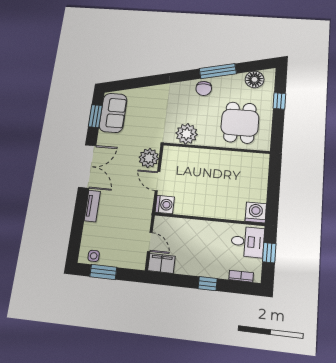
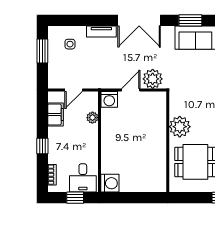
plant: (187, 134) -> (180, 127), moved
plant: (182, 224) -> (92, 118), added
side table: (94, 256) -> (70, 44), moved
filing cabinet: (161, 263) -> (55, 115), moved

